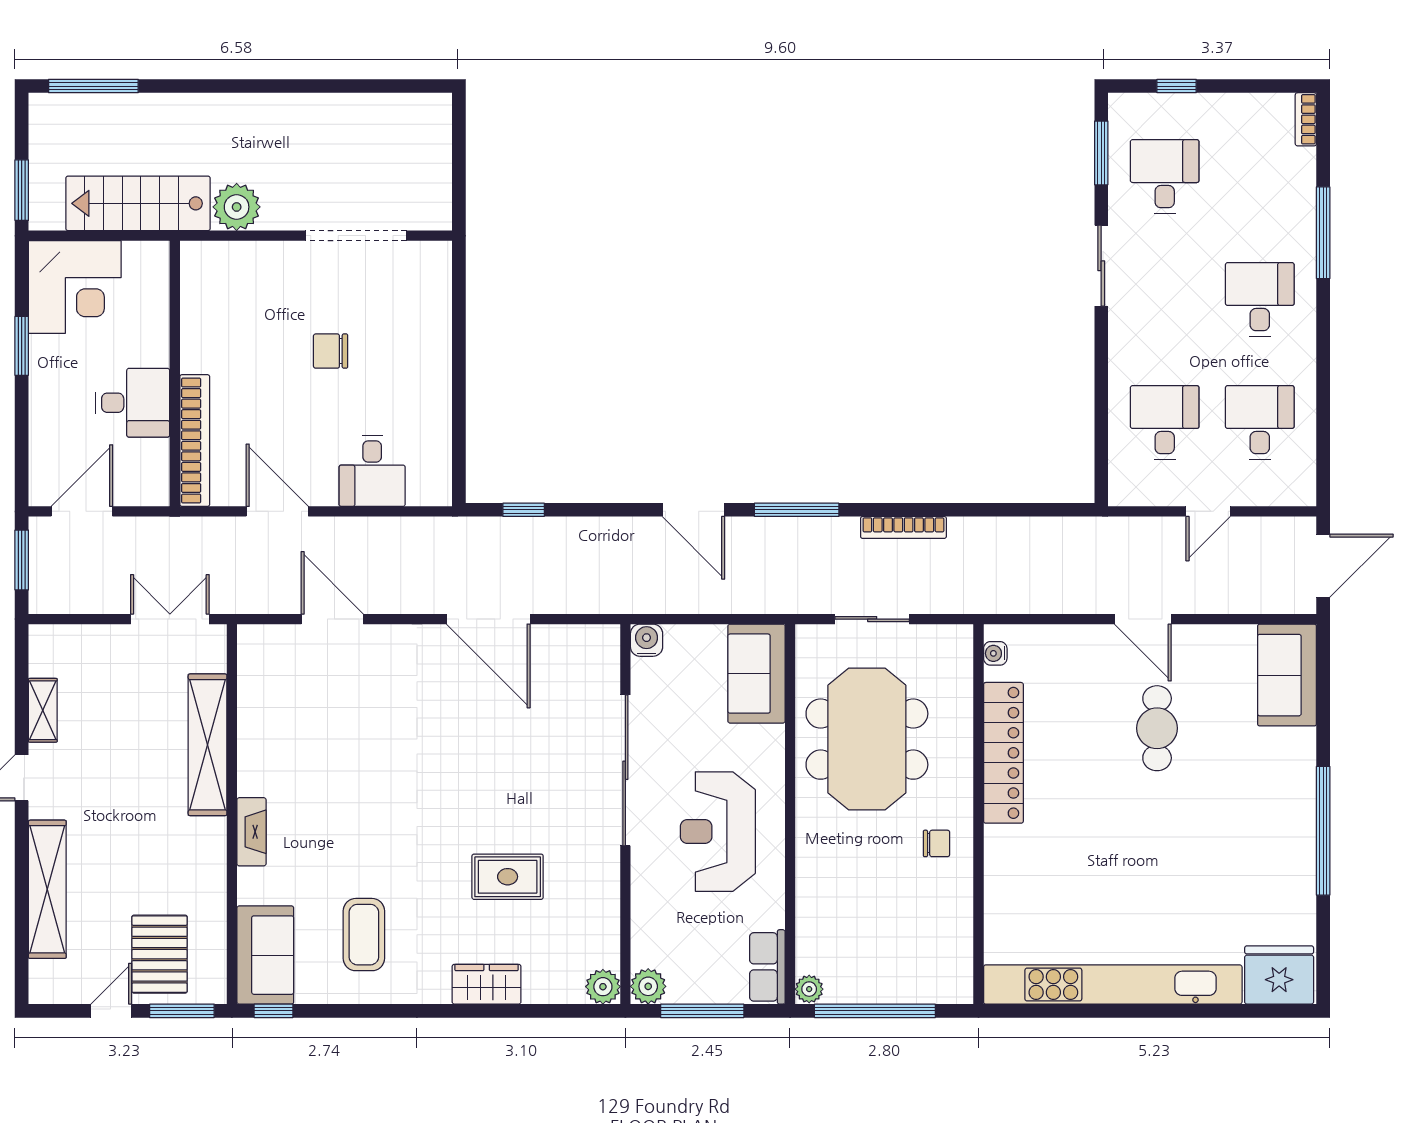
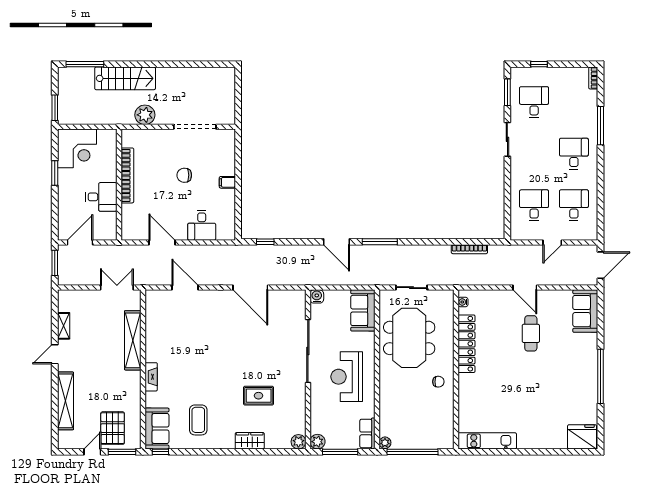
stairs: (138, 203) -> (125, 78), moved, turned 180
filing cabinet: (433, 368) -> (227, 182), added
bookcase: (195, 441) -> (127, 175), moved
bookcase: (903, 527) -> (469, 249), moved
kitchen unit: (1113, 985) -> (487, 441), width x0.54

